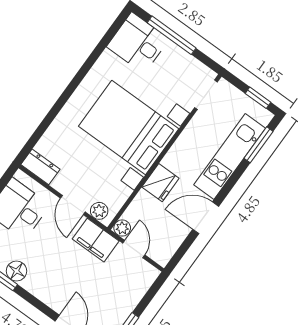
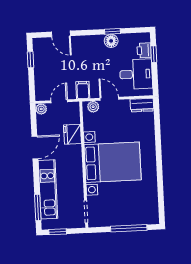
desk: (138, 43) -> (143, 210), removed
fridge: (160, 183) -> (72, 134), moved
plant: (122, 228) -> (41, 109), moved
filing cabinet: (96, 240) -> (83, 90), width x0.50
door: (134, 249) -> (59, 101), swing flipped

